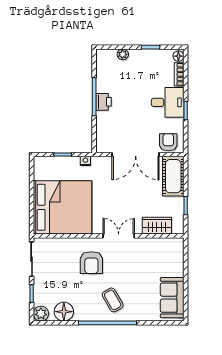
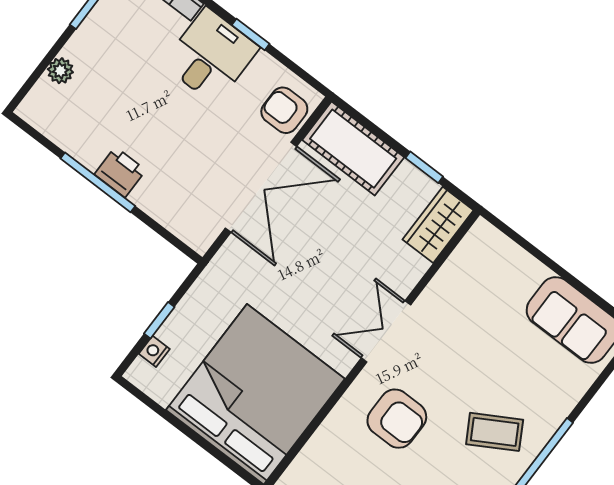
nightstand: (85, 161) -> (154, 351), moved
wardrobe: (157, 226) -> (438, 225), moved

